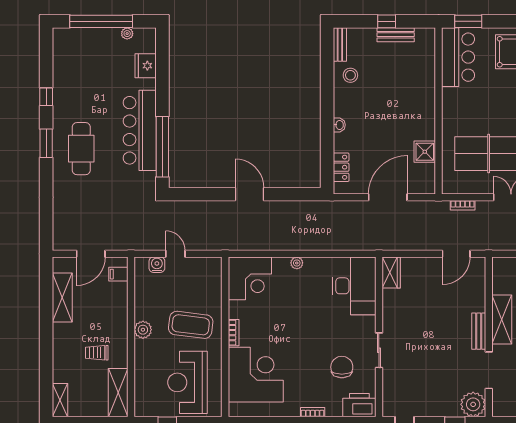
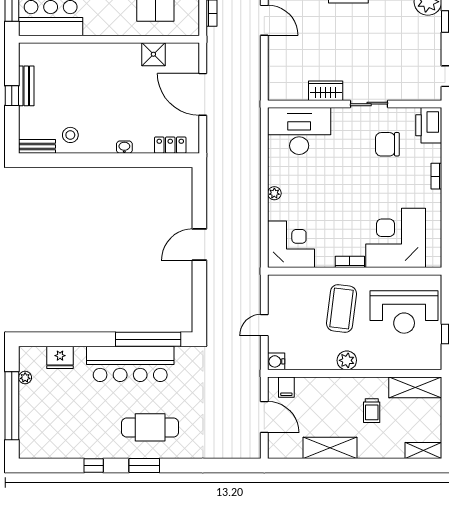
water cooler: (157, 265) -> (276, 361), moved
wardrobe: (391, 272) -> (326, 91), moved
shelving: (62, 297) -> (330, 448), moved

